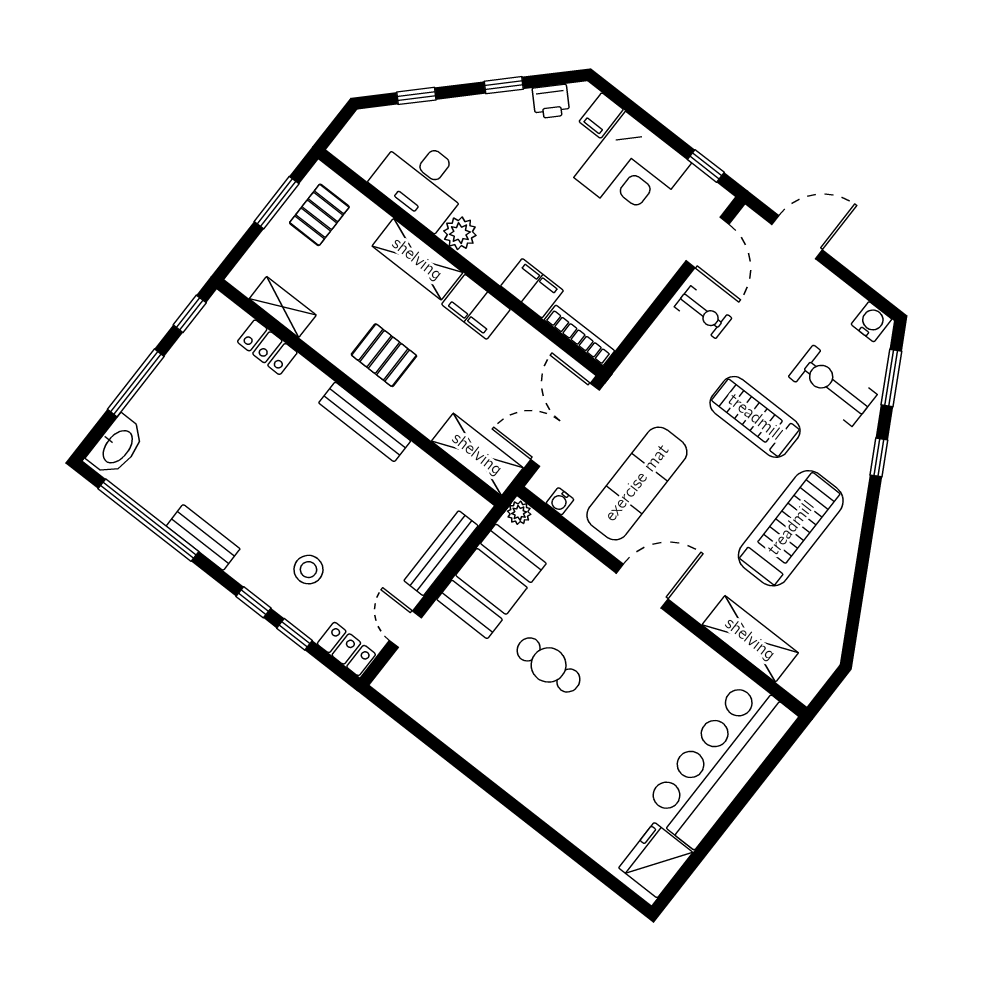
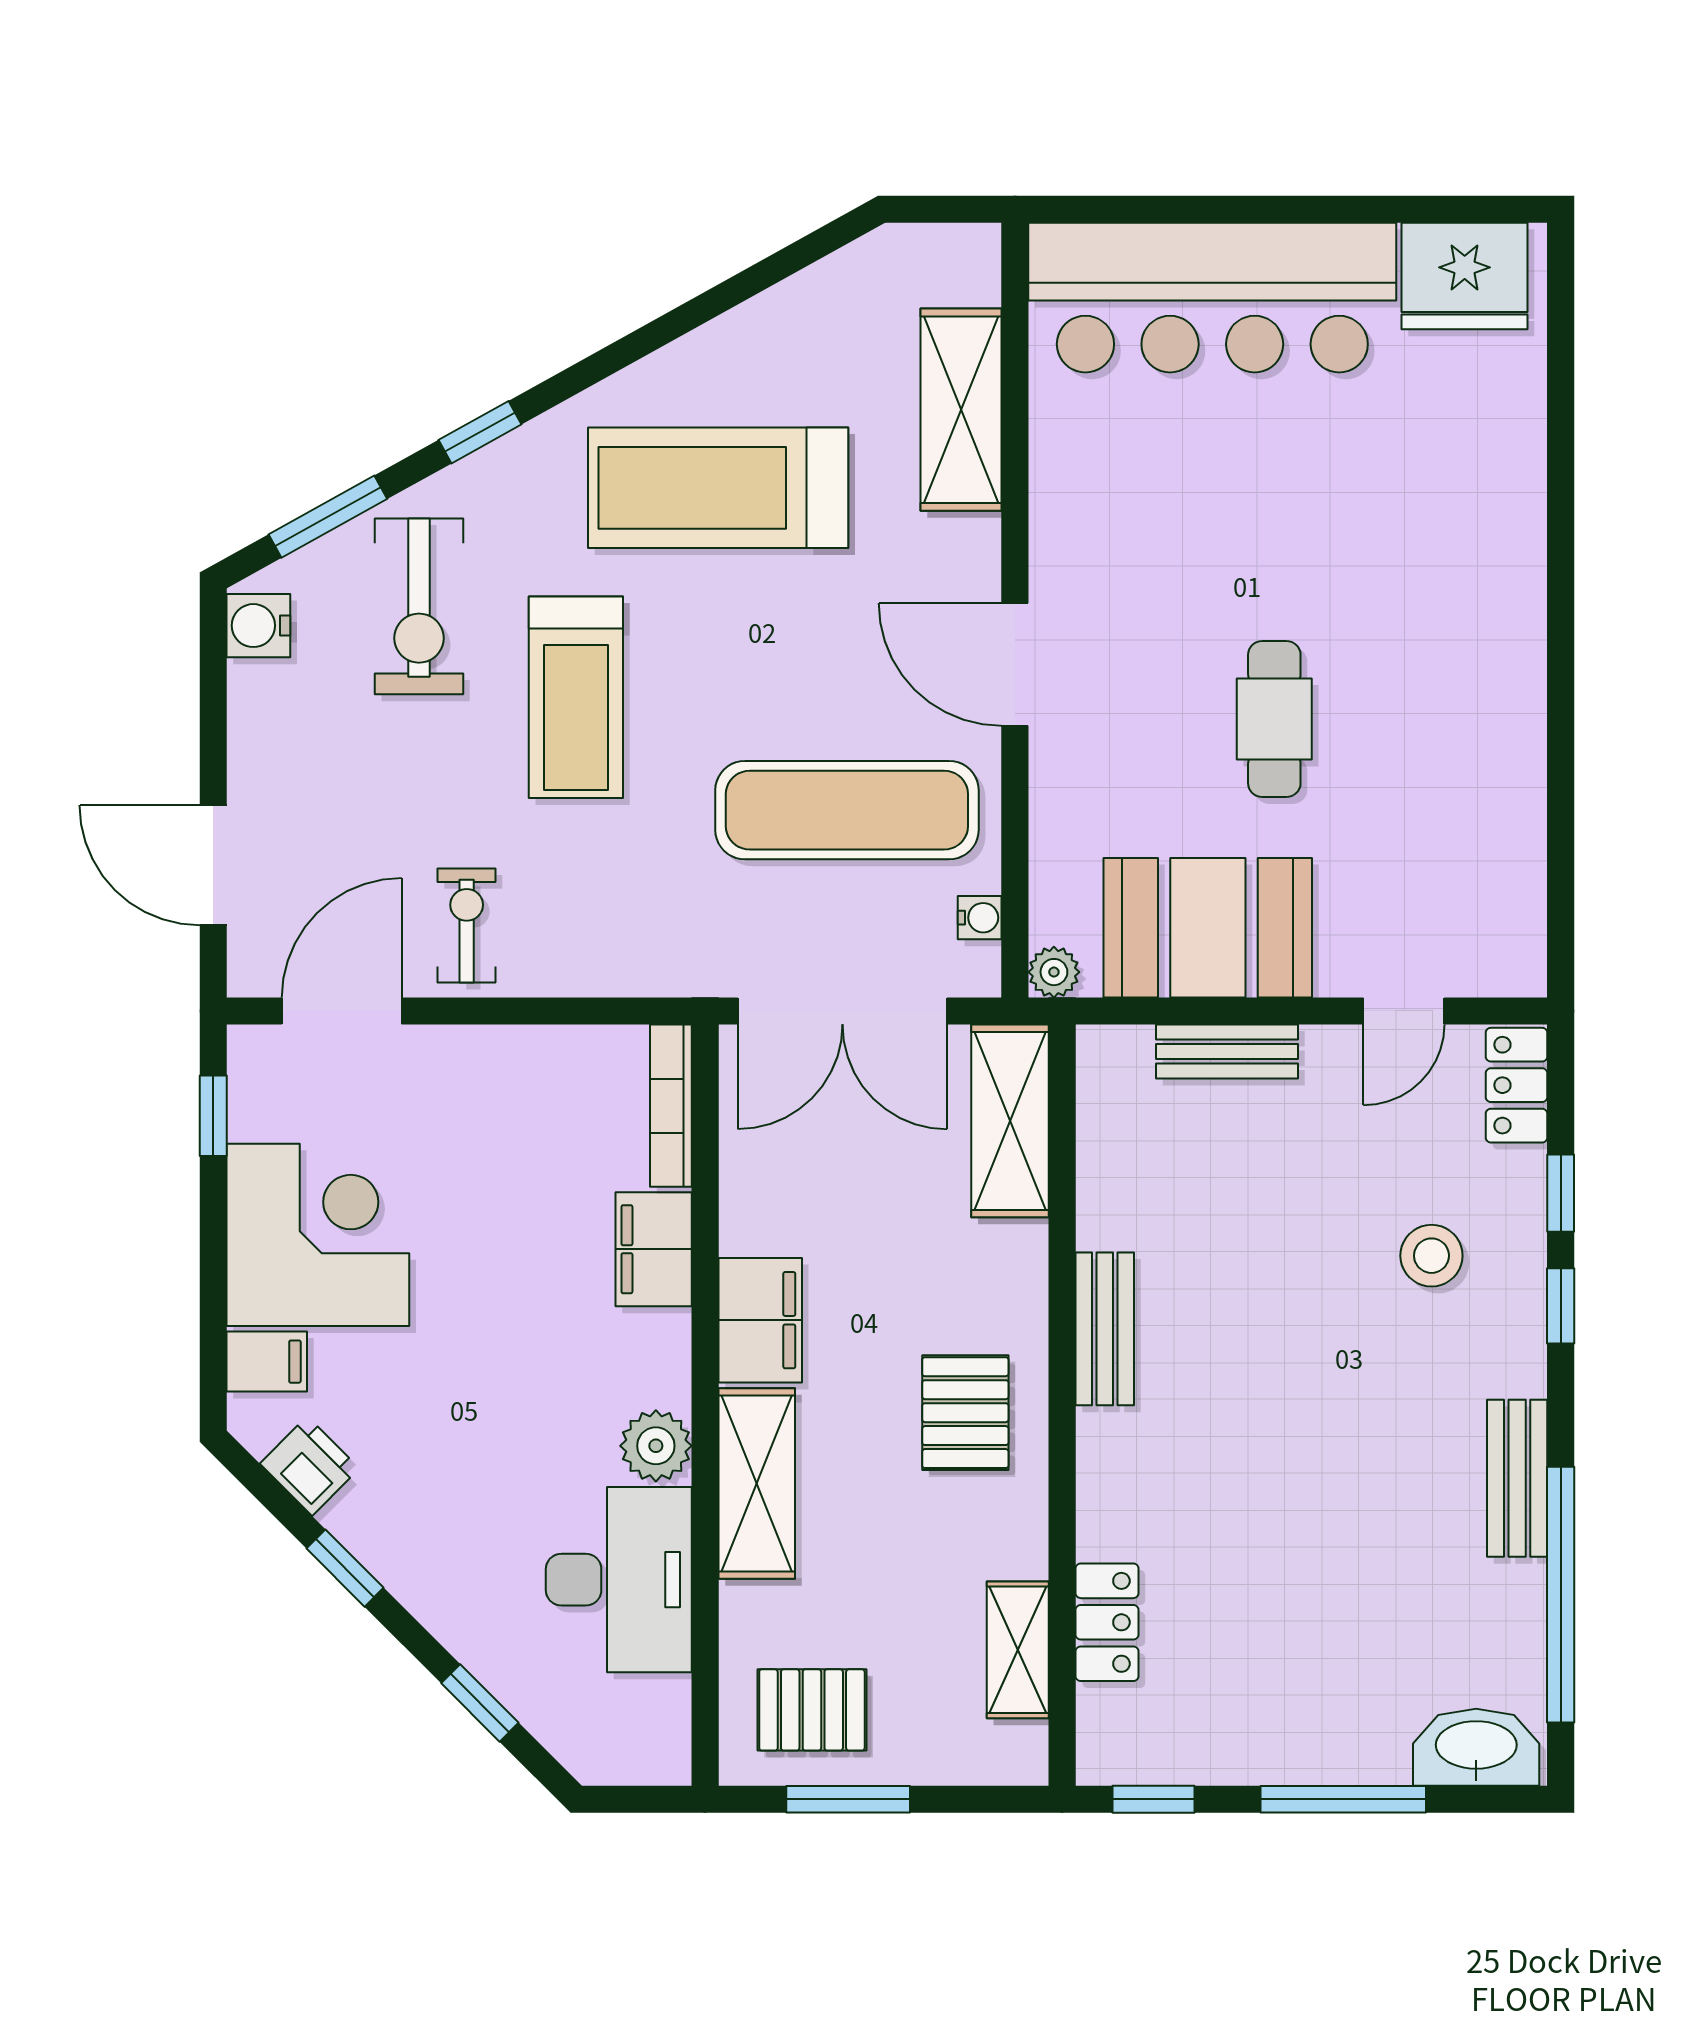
bench: (365, 422) -> (1105, 1329), width x0.73
bench: (441, 553) -> (1227, 1052), width x0.73

